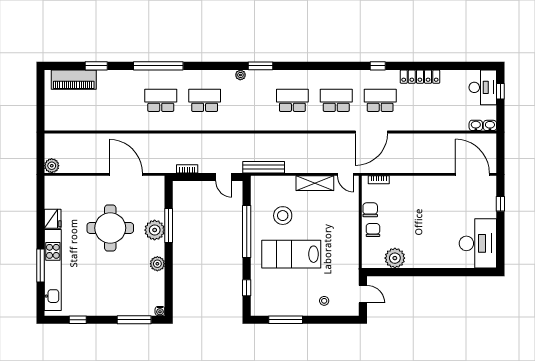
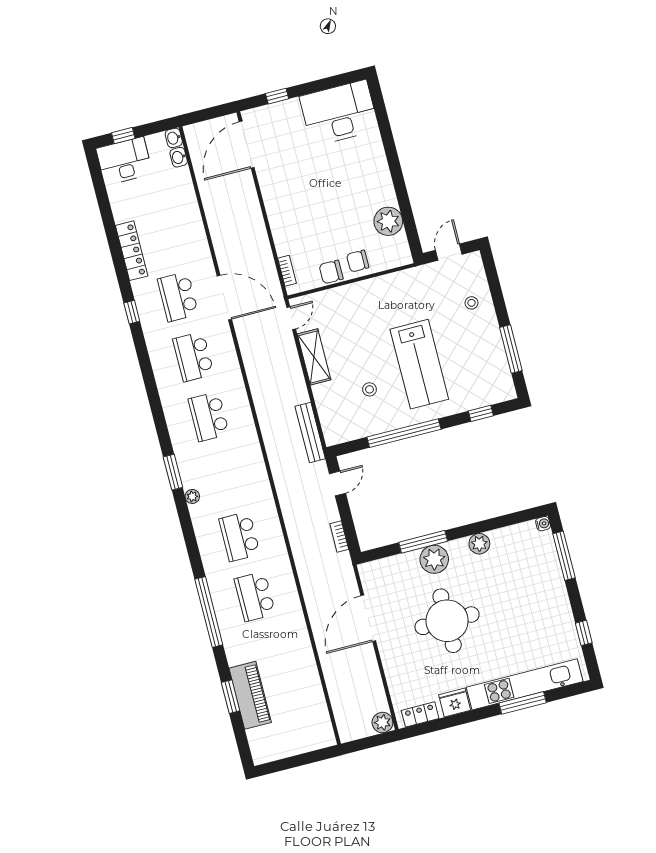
piano: (74, 80) -> (250, 695), moved
locker: (51, 193) -> (420, 714), added
stool: (283, 216) -> (370, 389), width x0.53, depth x0.53

